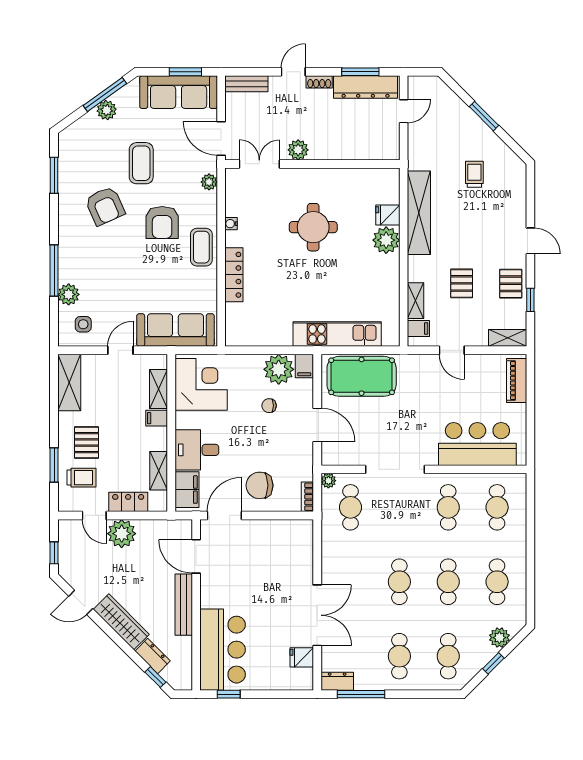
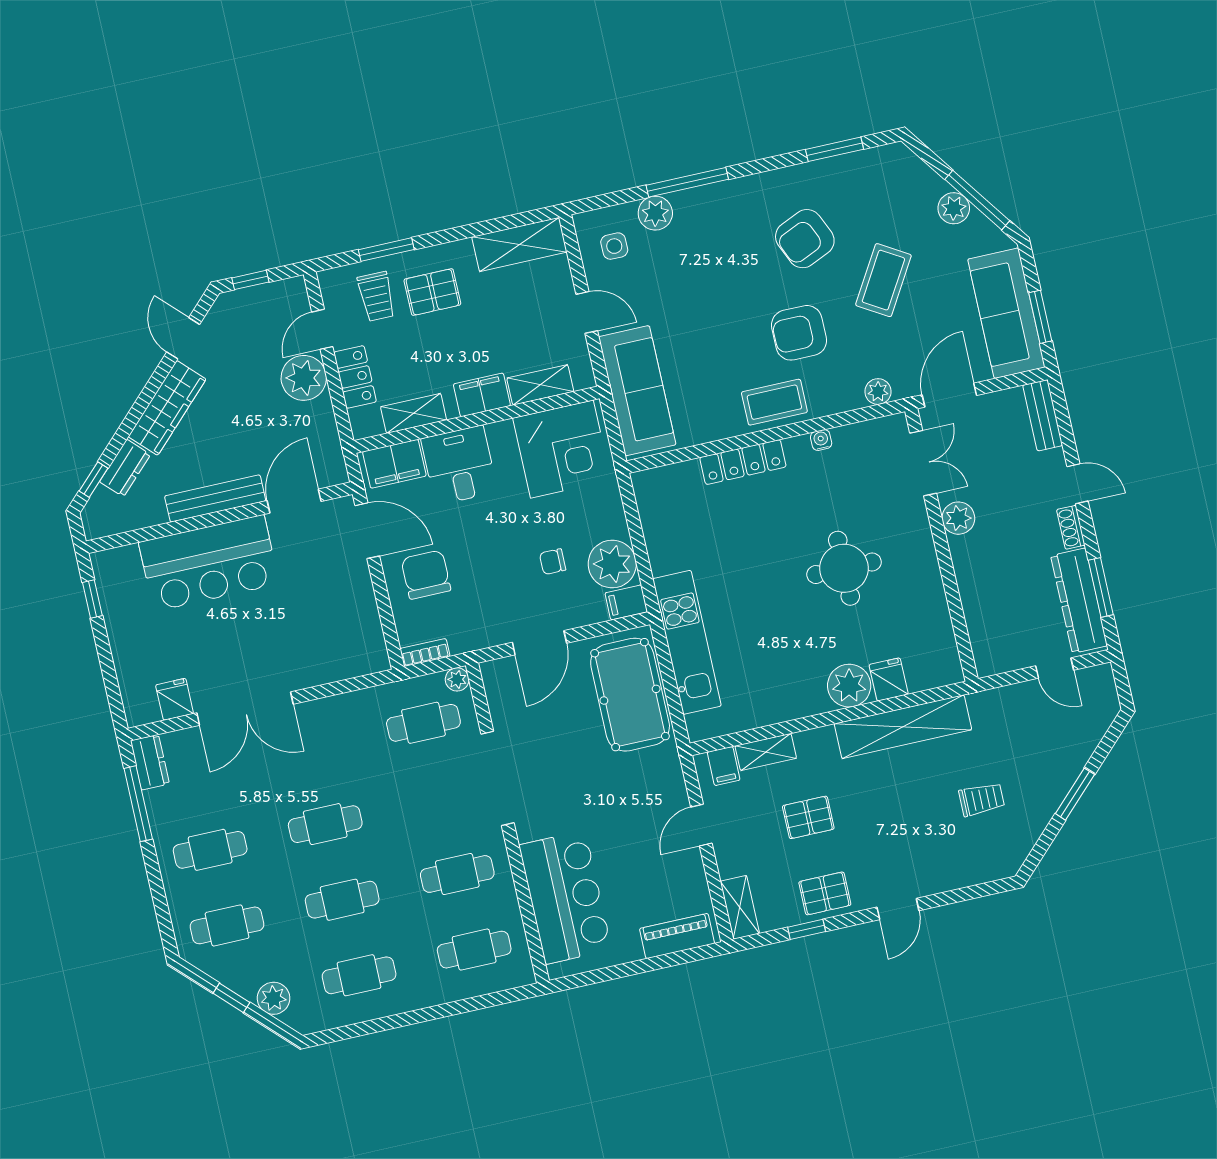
coffee table: (141, 163) -> (883, 280), turned -59
chair: (269, 406) -> (553, 562), turned -90
filing cabinet: (157, 418) -> (482, 395), width x2.00
bar counter: (223, 650) -> (209, 563), moved

